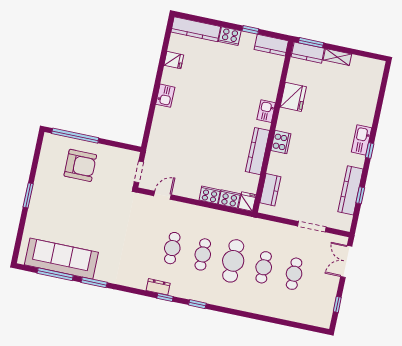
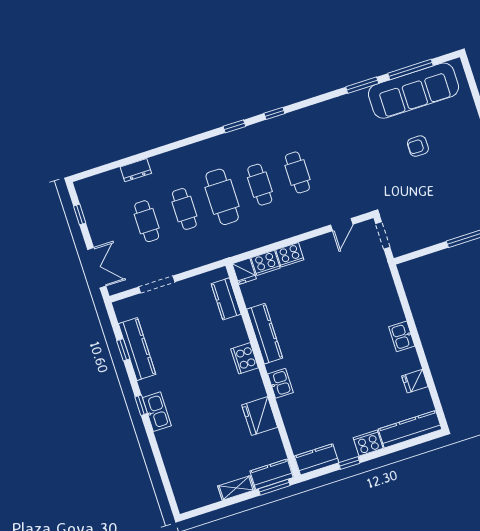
armchair: (80, 165) -> (418, 146), moved, width x0.53, depth x0.53
dresser: (158, 287) -> (136, 170), moved

